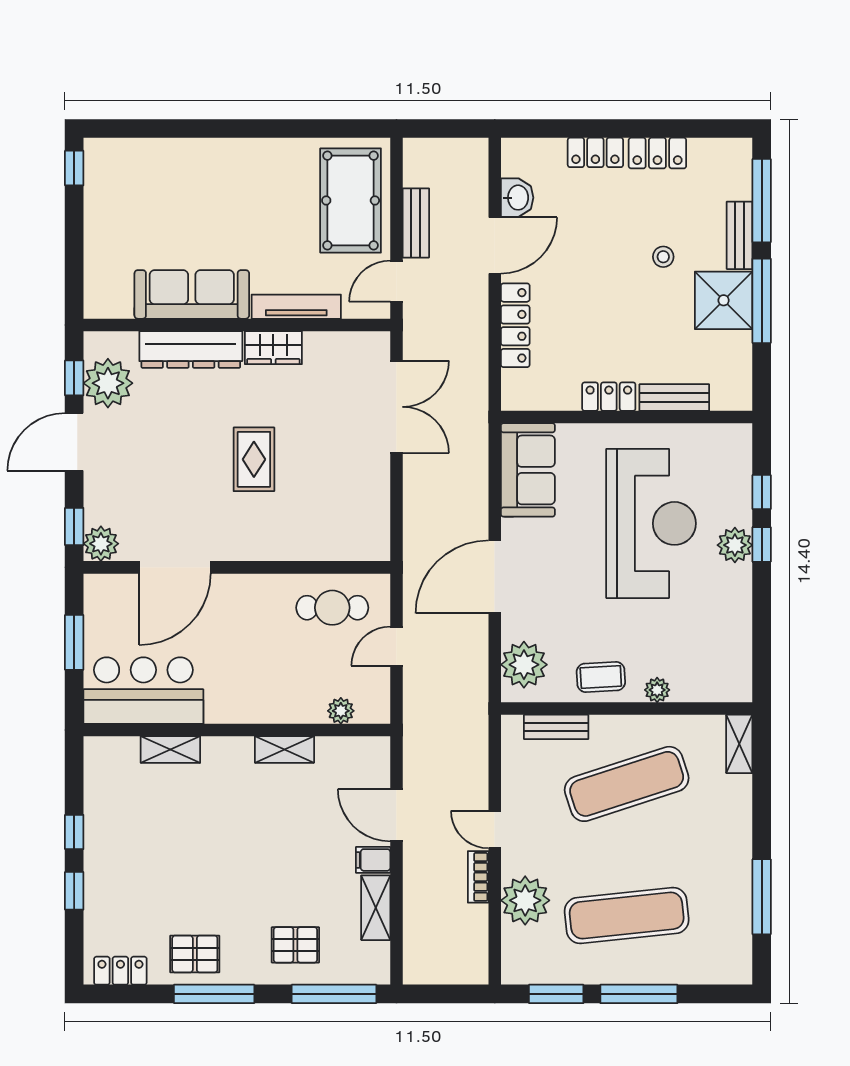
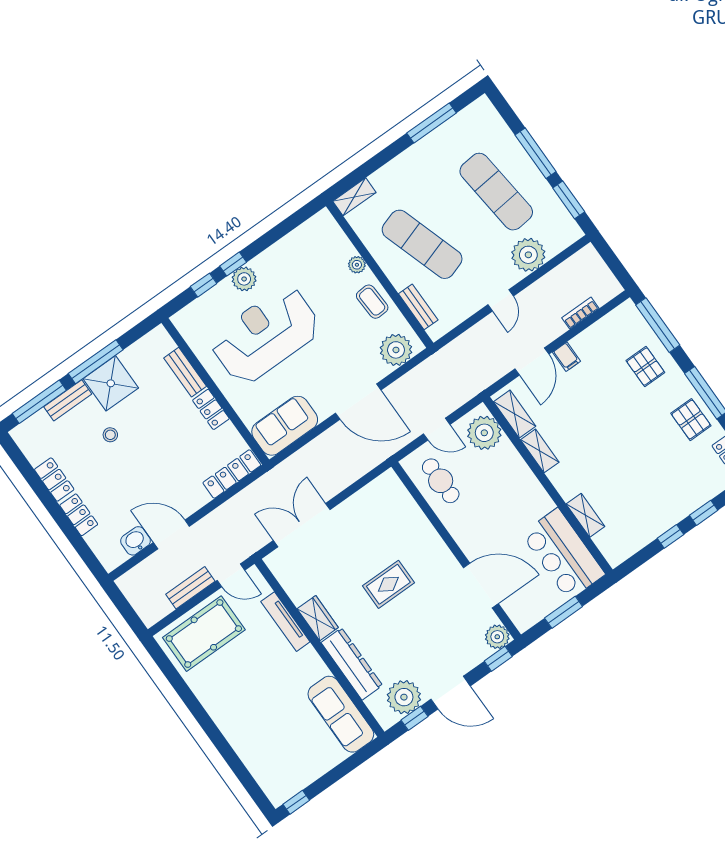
sofa: (192, 294) -> (341, 714), moved
locker: (515, 325) -> (232, 474), moved
plant: (341, 711) -> (484, 433), width x1.88, depth x1.88
bookcase: (478, 877) -> (580, 313), moved, turned 180
shelving: (376, 908) -> (515, 414), moved, turned 90

